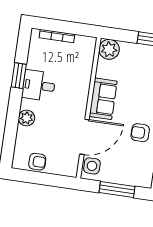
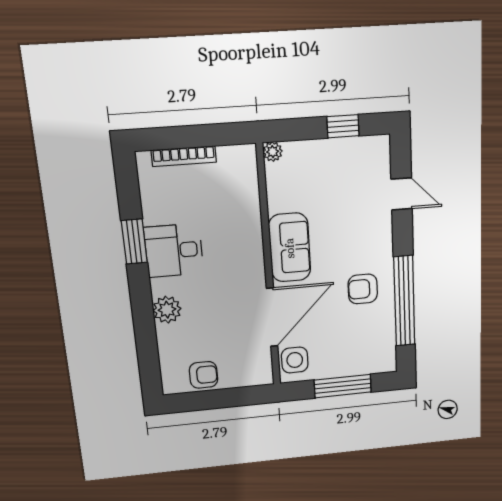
plant: (109, 49) -> (273, 152), width x0.53, depth x0.53

